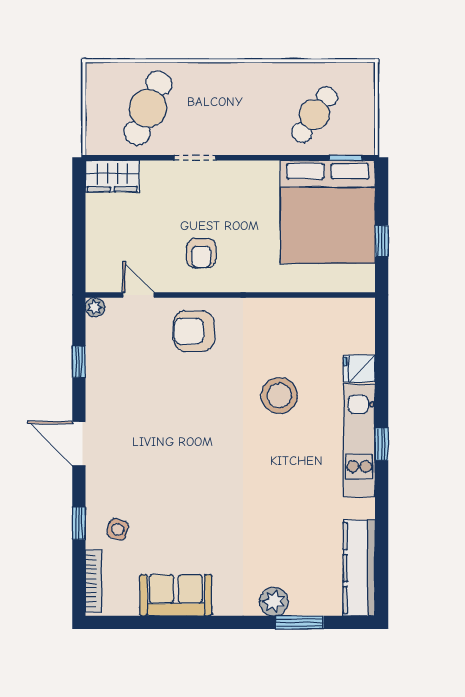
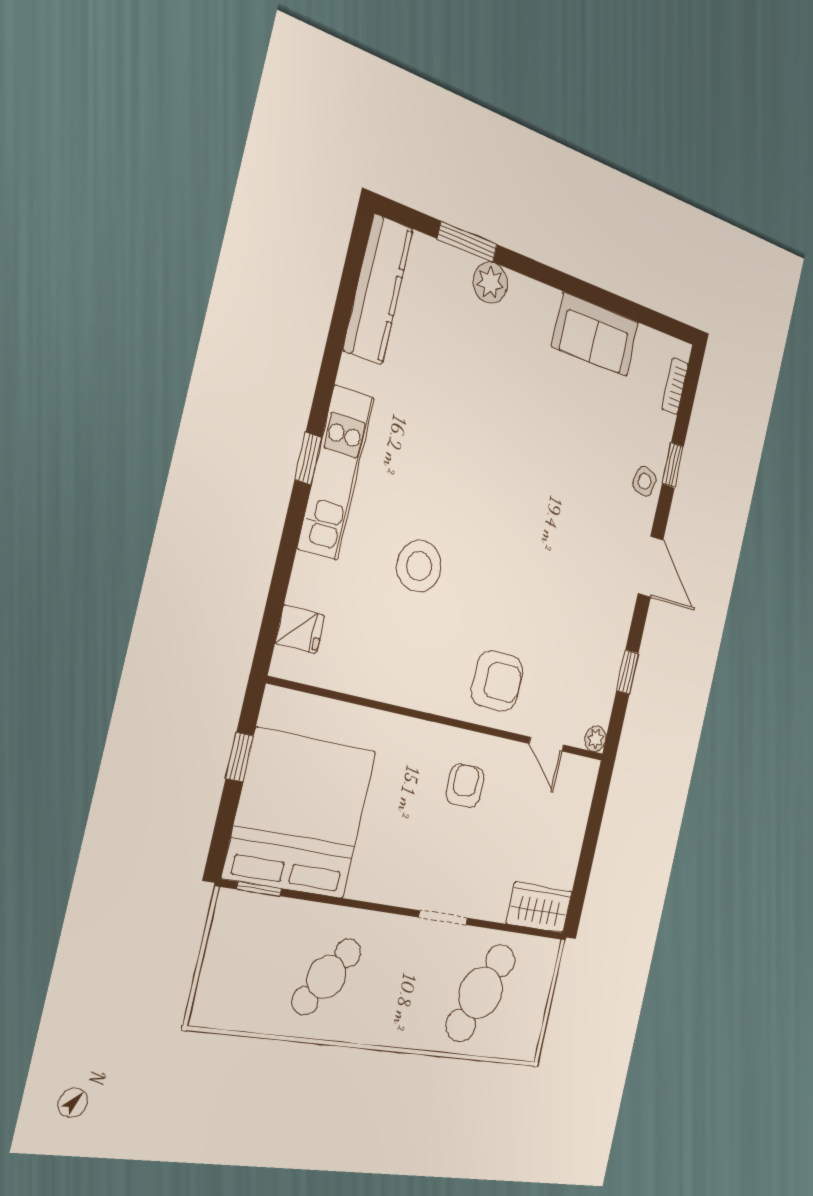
cafe table: (314, 115) -> (327, 977), moved
fridge: (359, 368) -> (300, 629), moved
side table: (118, 529) -> (645, 481), moved
bookcase: (93, 581) -> (675, 386), width x0.64

